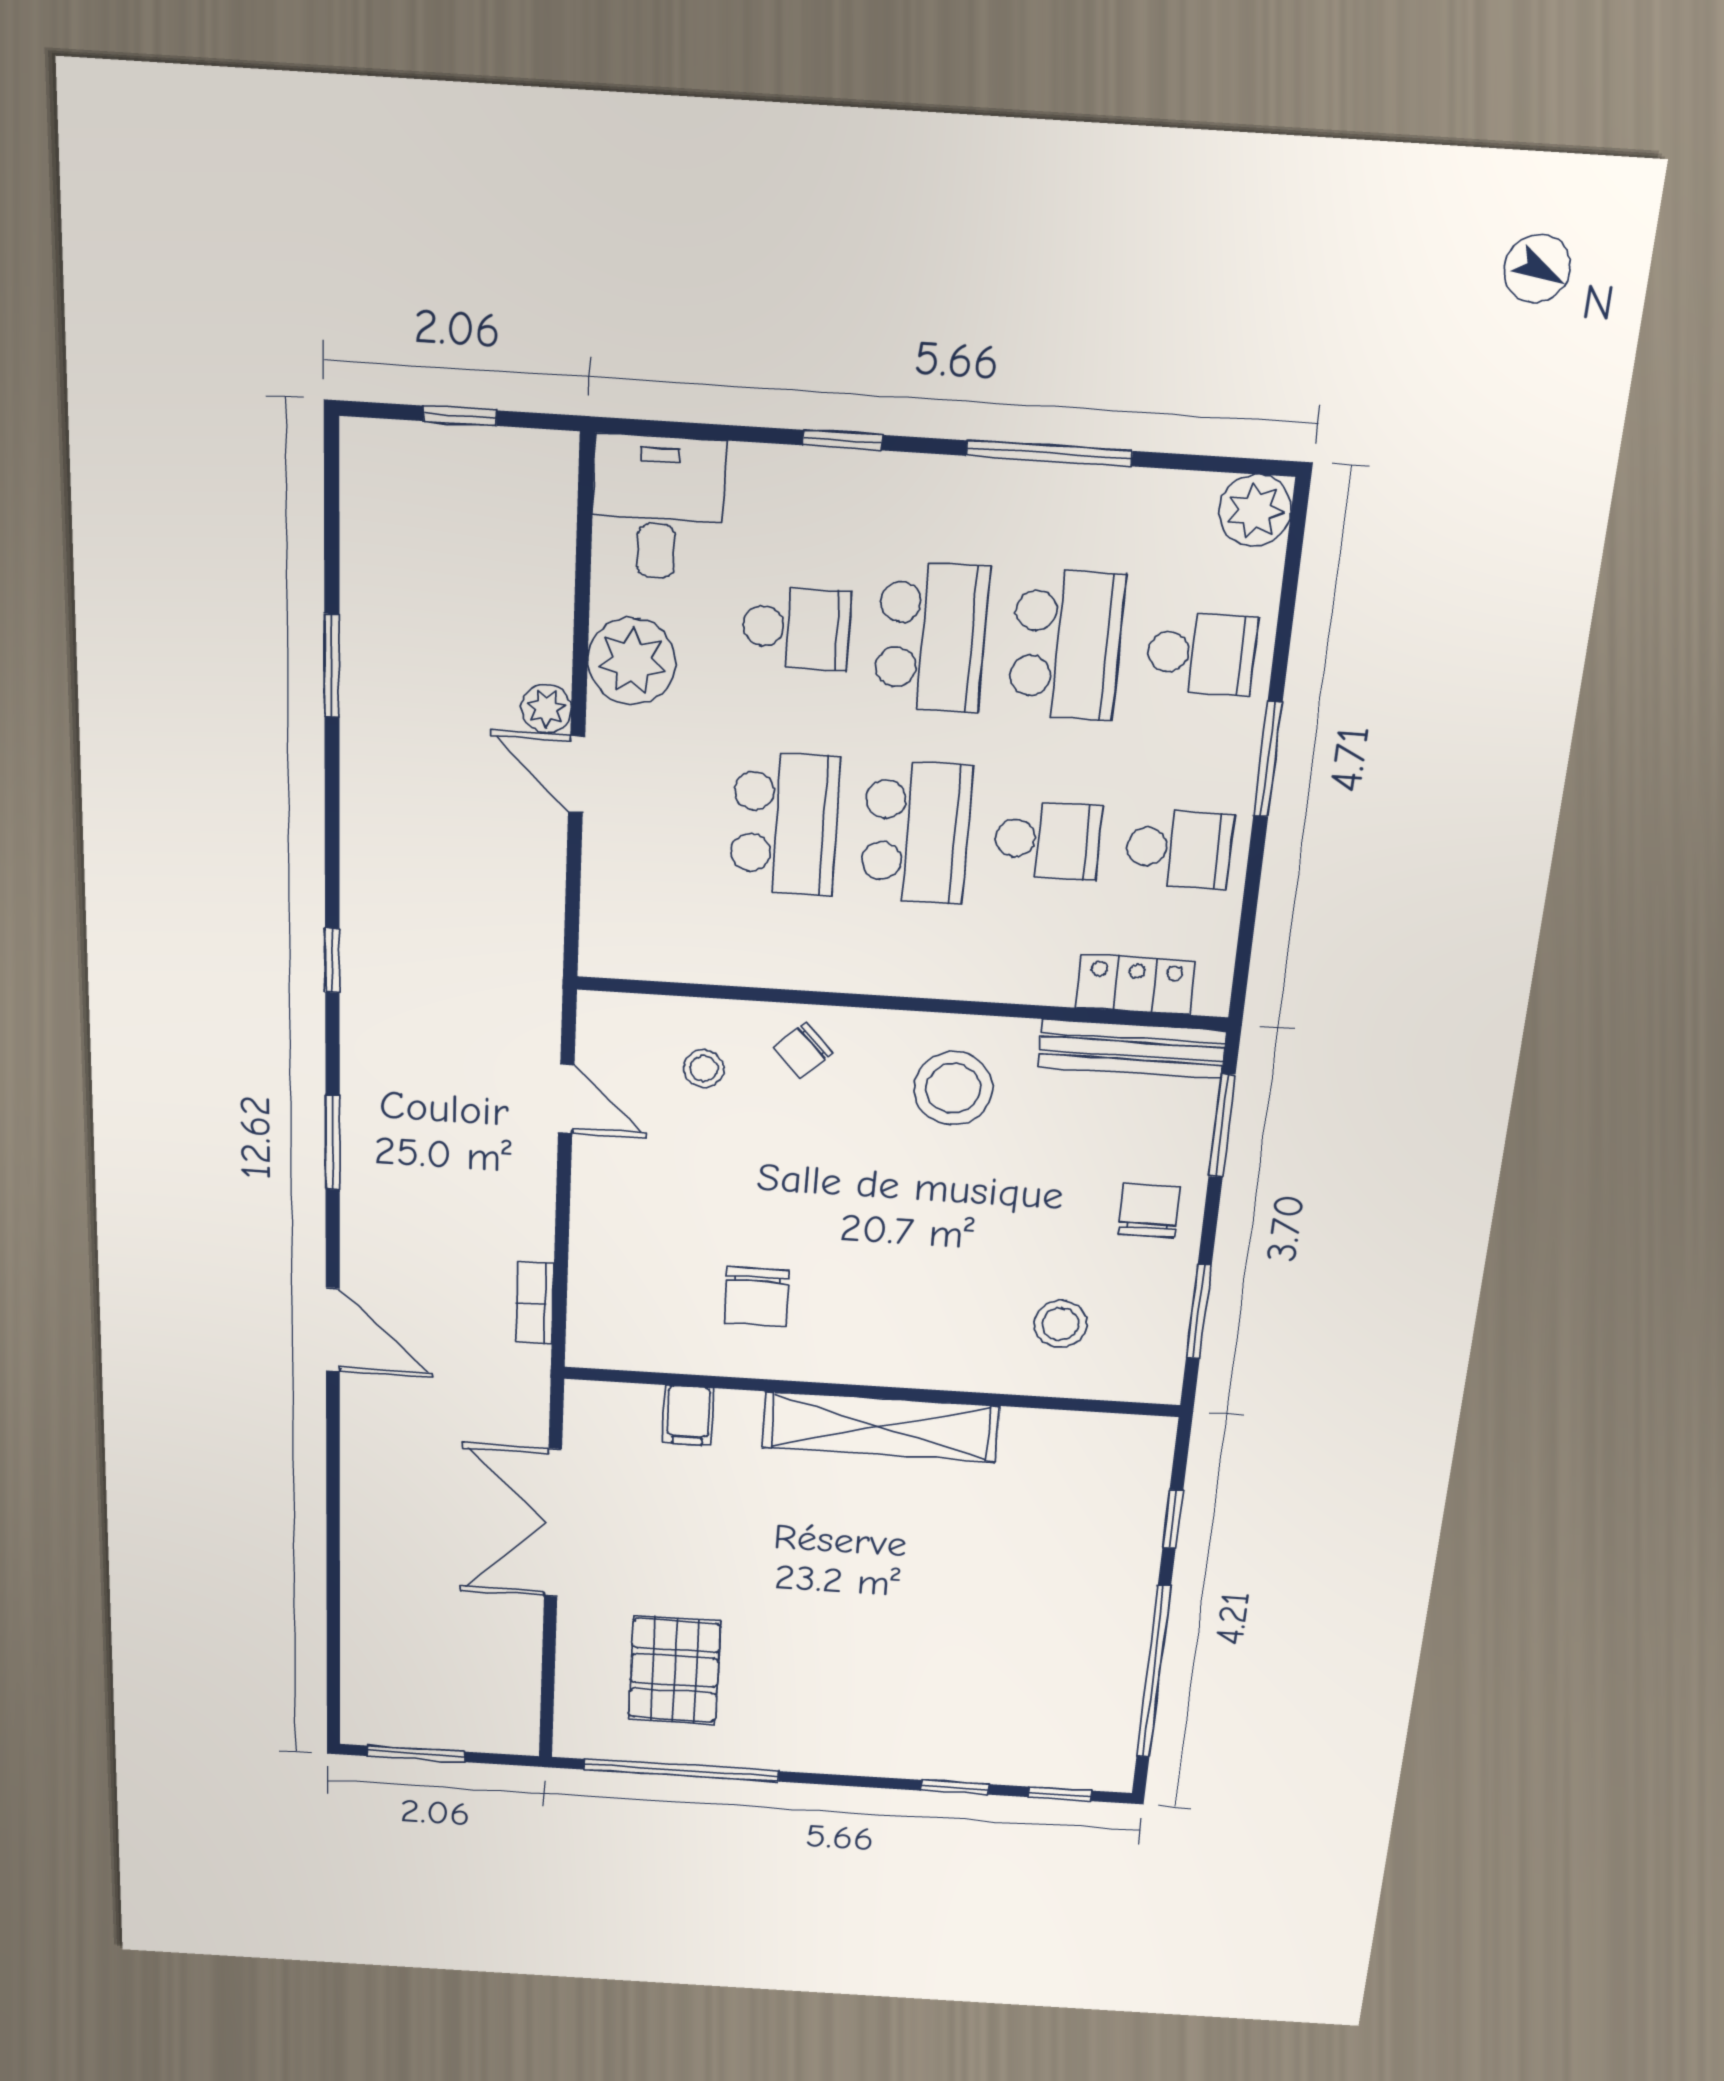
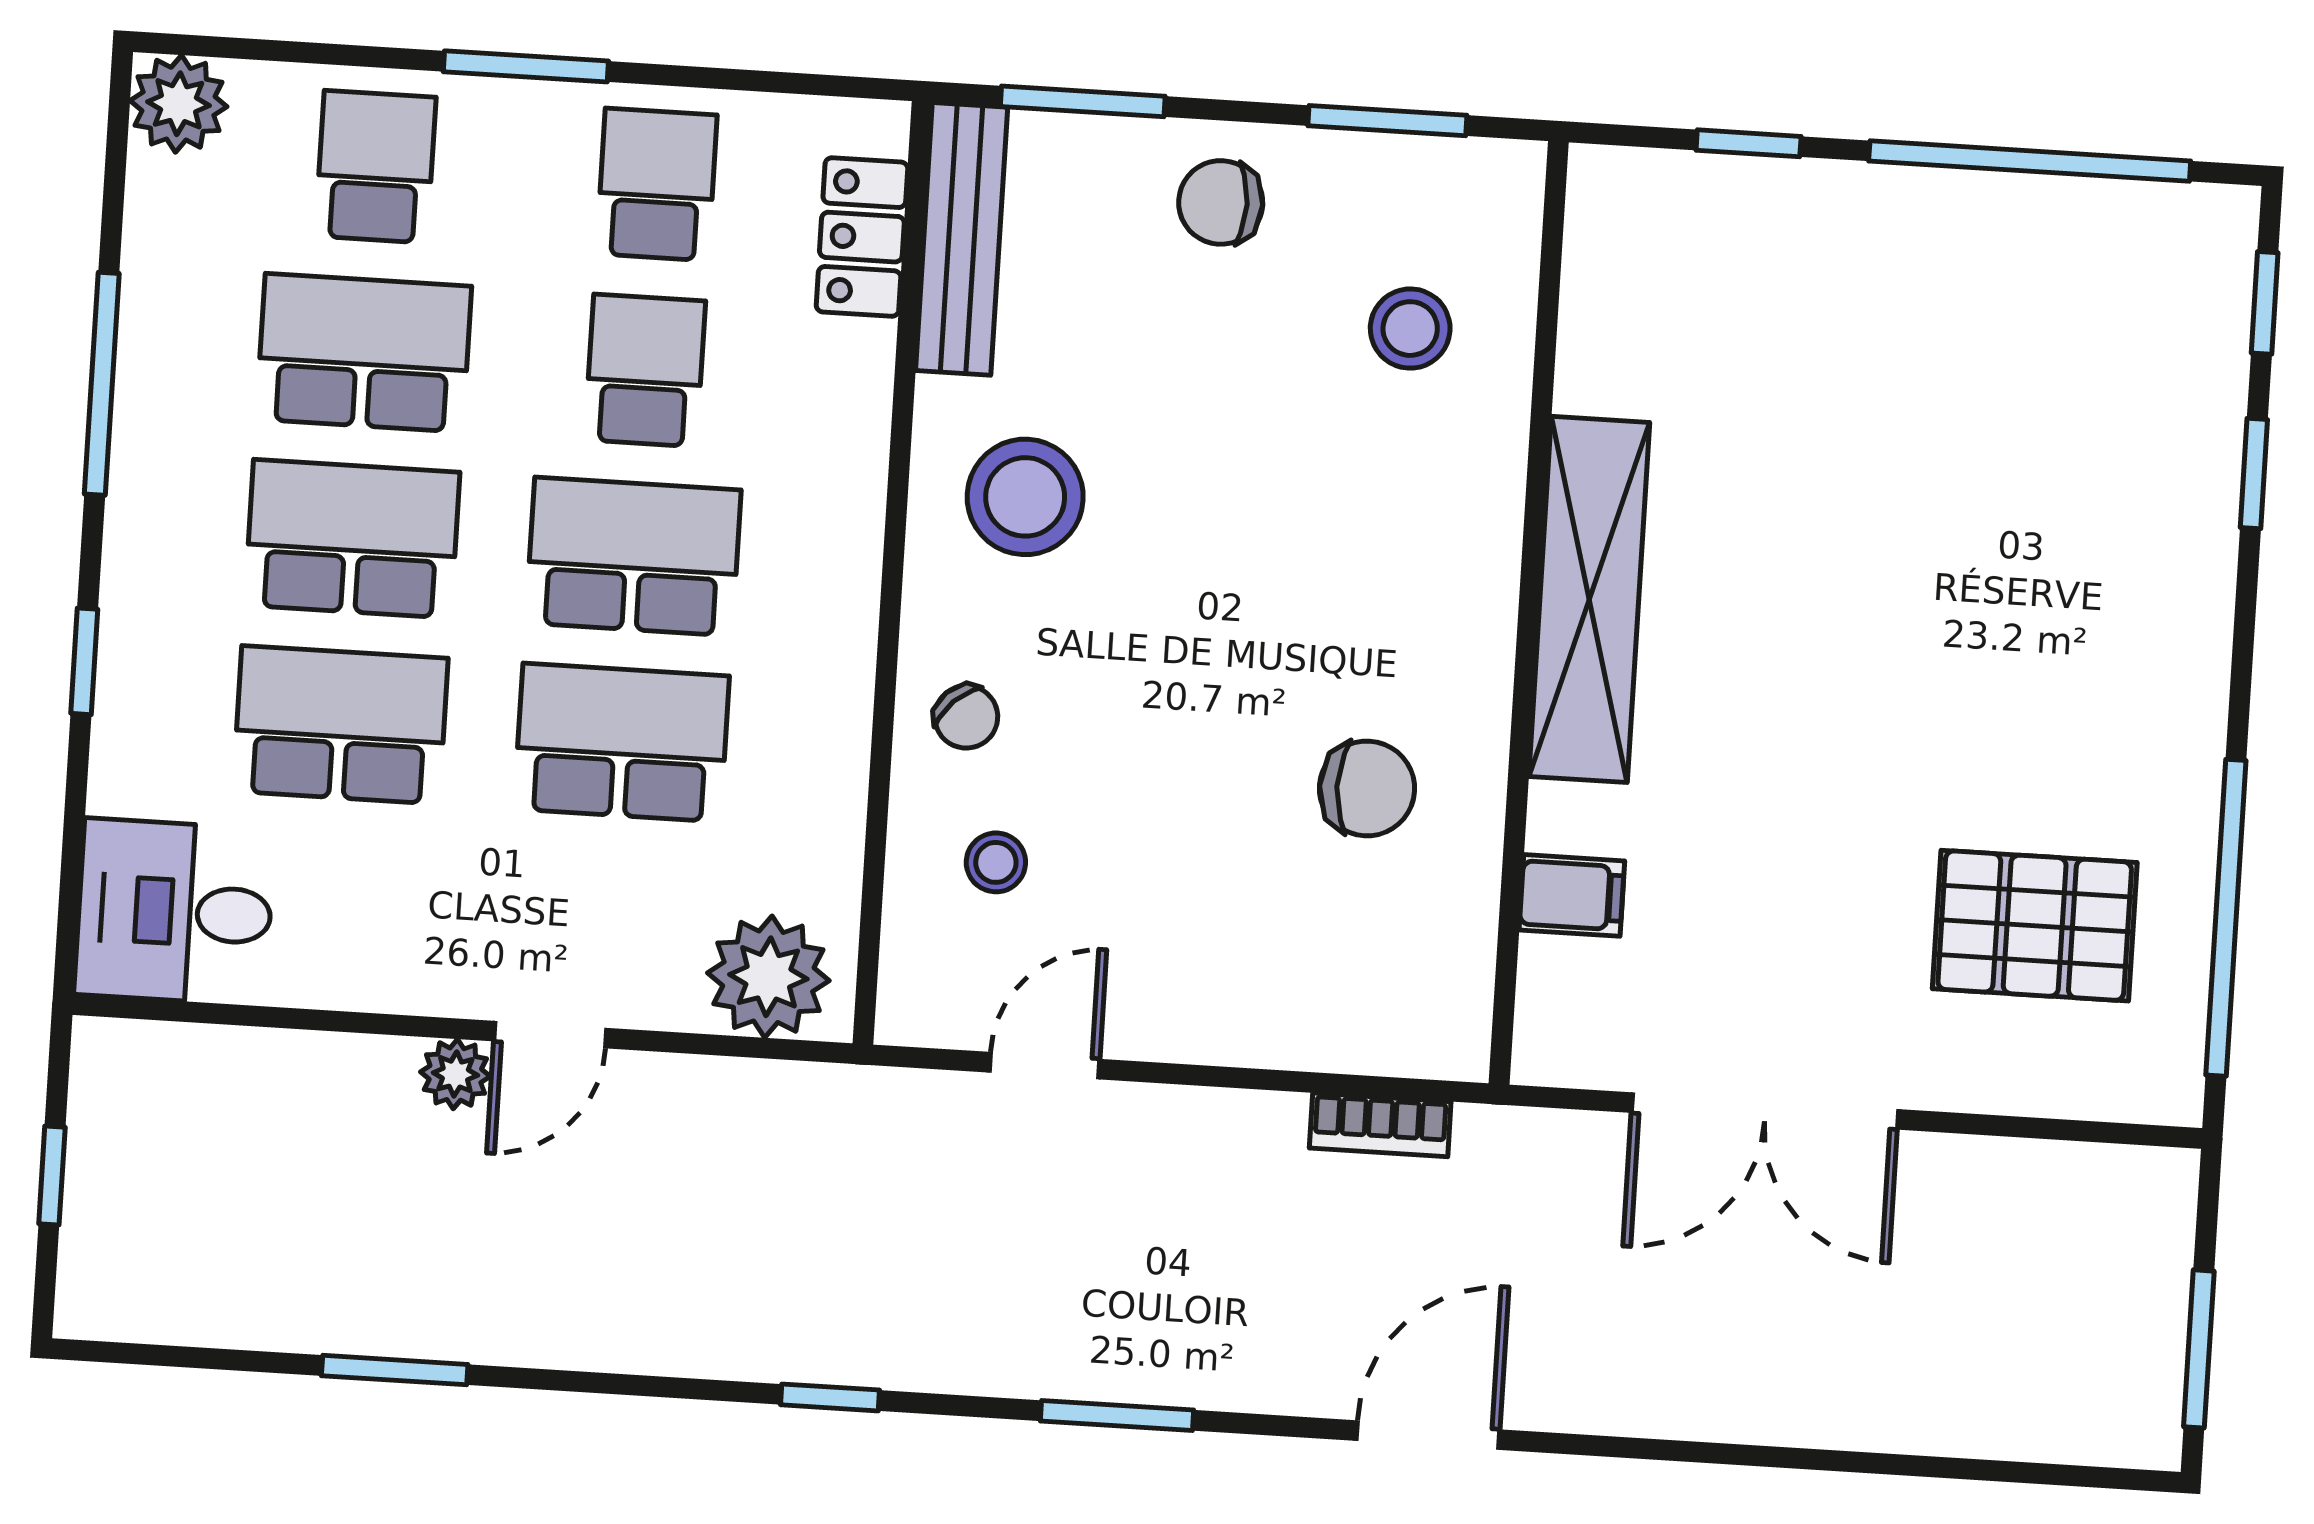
school desk: (796, 628) -> (340, 725), width x1.85
plant: (632, 661) -> (768, 977), moved

